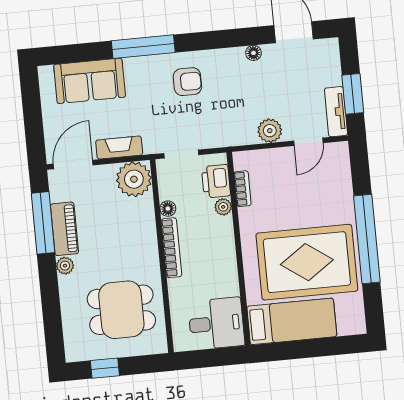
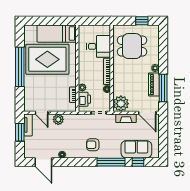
window: (83, 52) -> (138, 162), added
door: (308, 142) -> (42, 113), swing flipped
door: (73, 164) -> (147, 113), hinge flipped
desk: (216, 324) -> (99, 46), moved, turned 180

